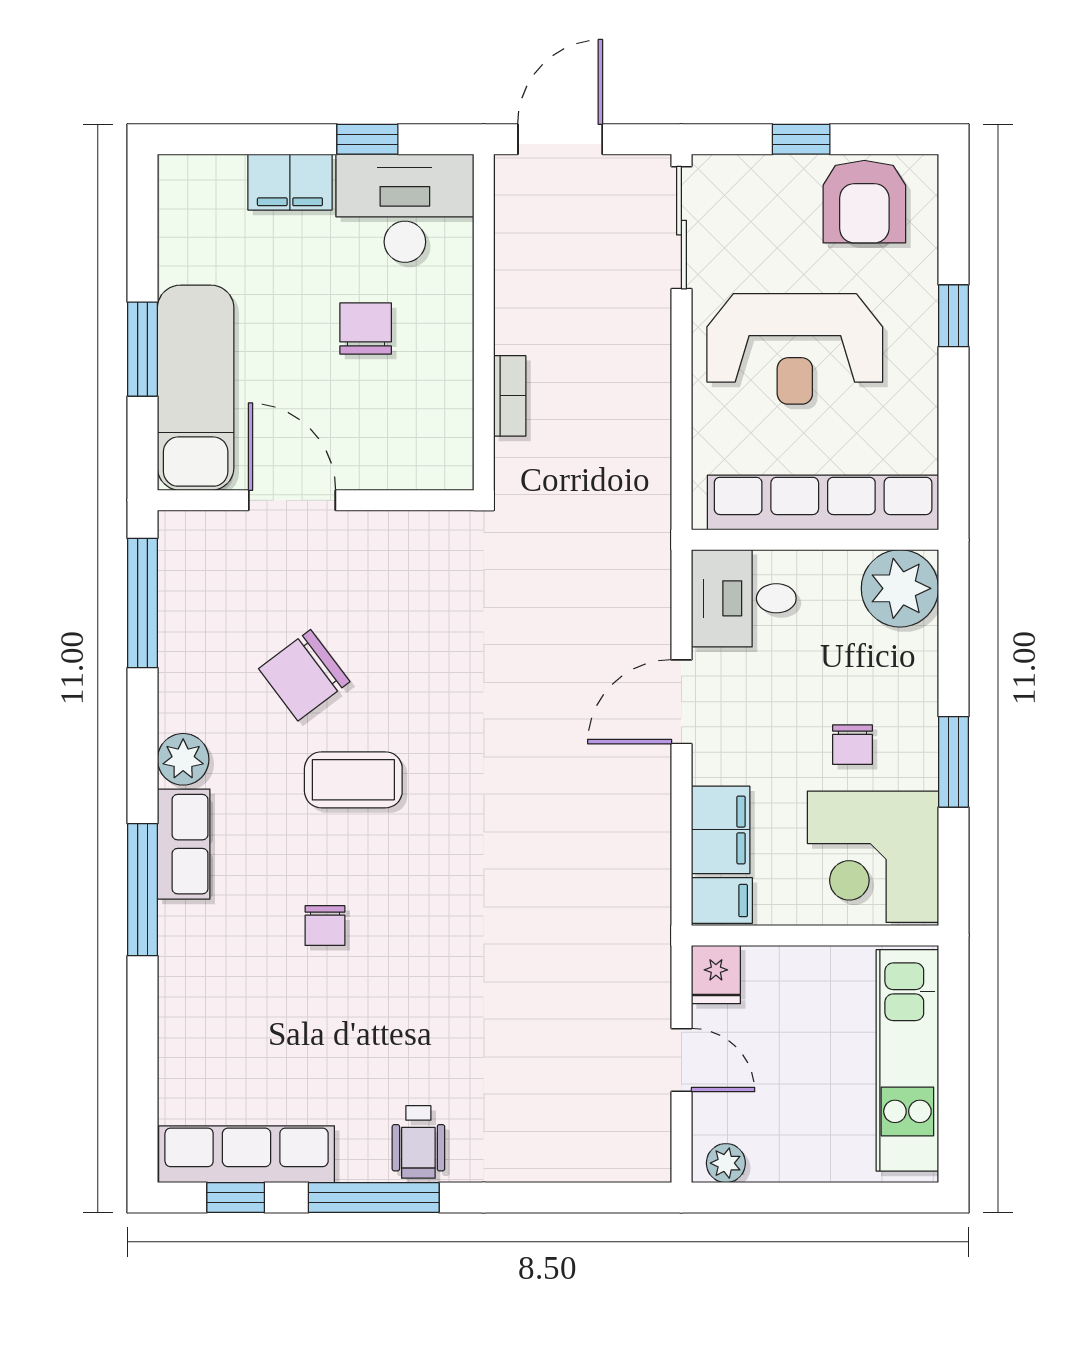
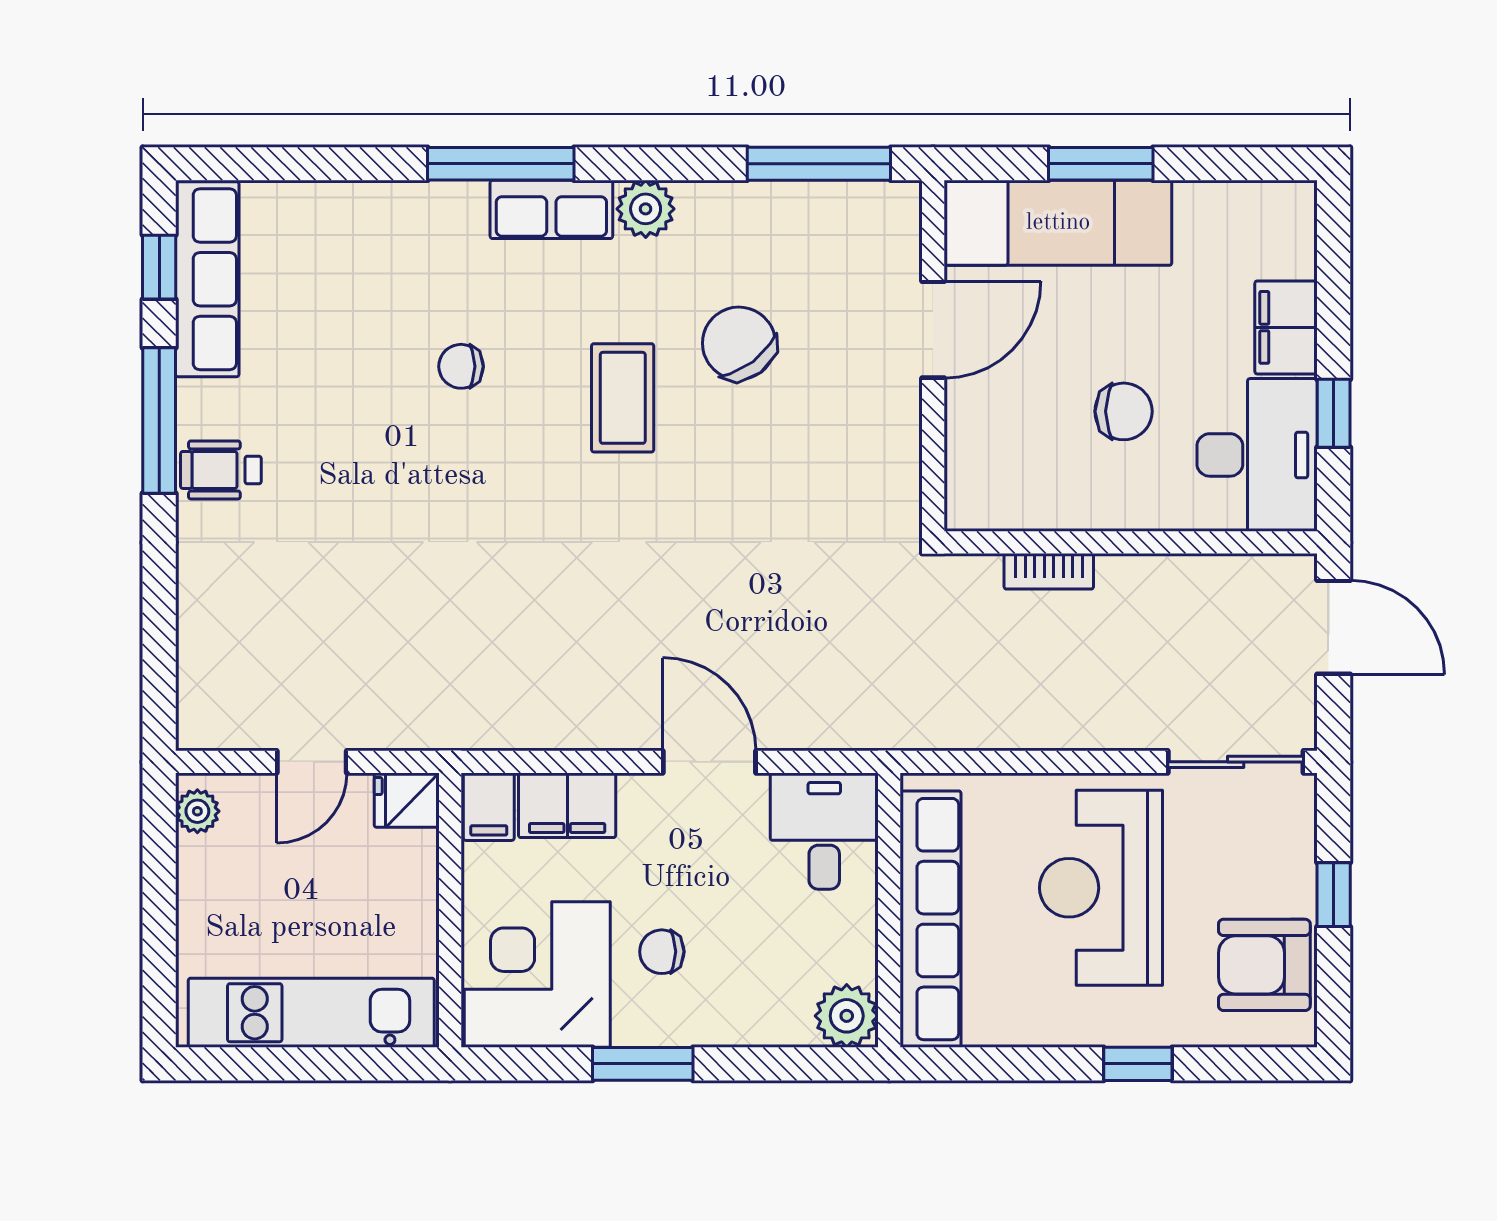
plant: (900, 588) -> (847, 1016), width x0.73, depth x0.73

